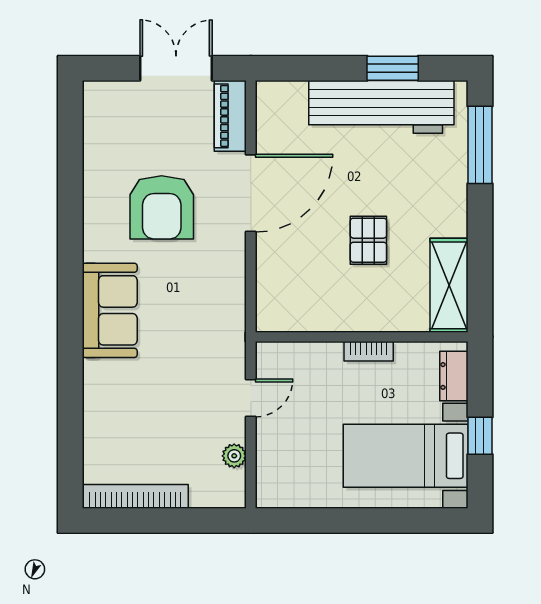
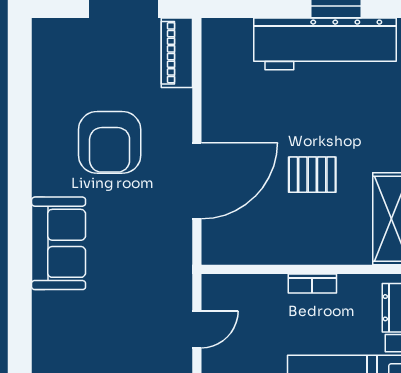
door: (251, 193) -> (197, 181), moved
pallet: (368, 240) -> (312, 175), turned 90

